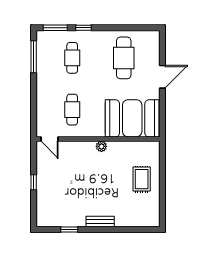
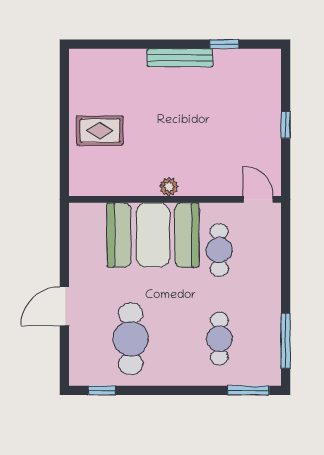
window: (83, 28) -> (102, 390), moved
booth: (132, 118) -> (153, 235), moved
rug: (142, 179) -> (100, 131), turned 90
bench: (100, 221) -> (180, 58), width x1.36

